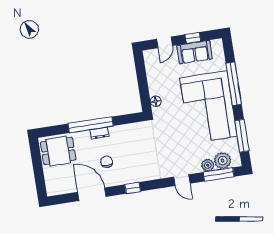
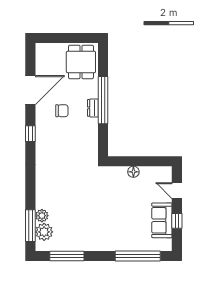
window: (234, 84) -> (138, 256), moved
floor lamp: (156, 101) -> (133, 172), moved
corner sofa: (209, 107) -> (102, 226), removed
door: (182, 180) -> (30, 186), removed

